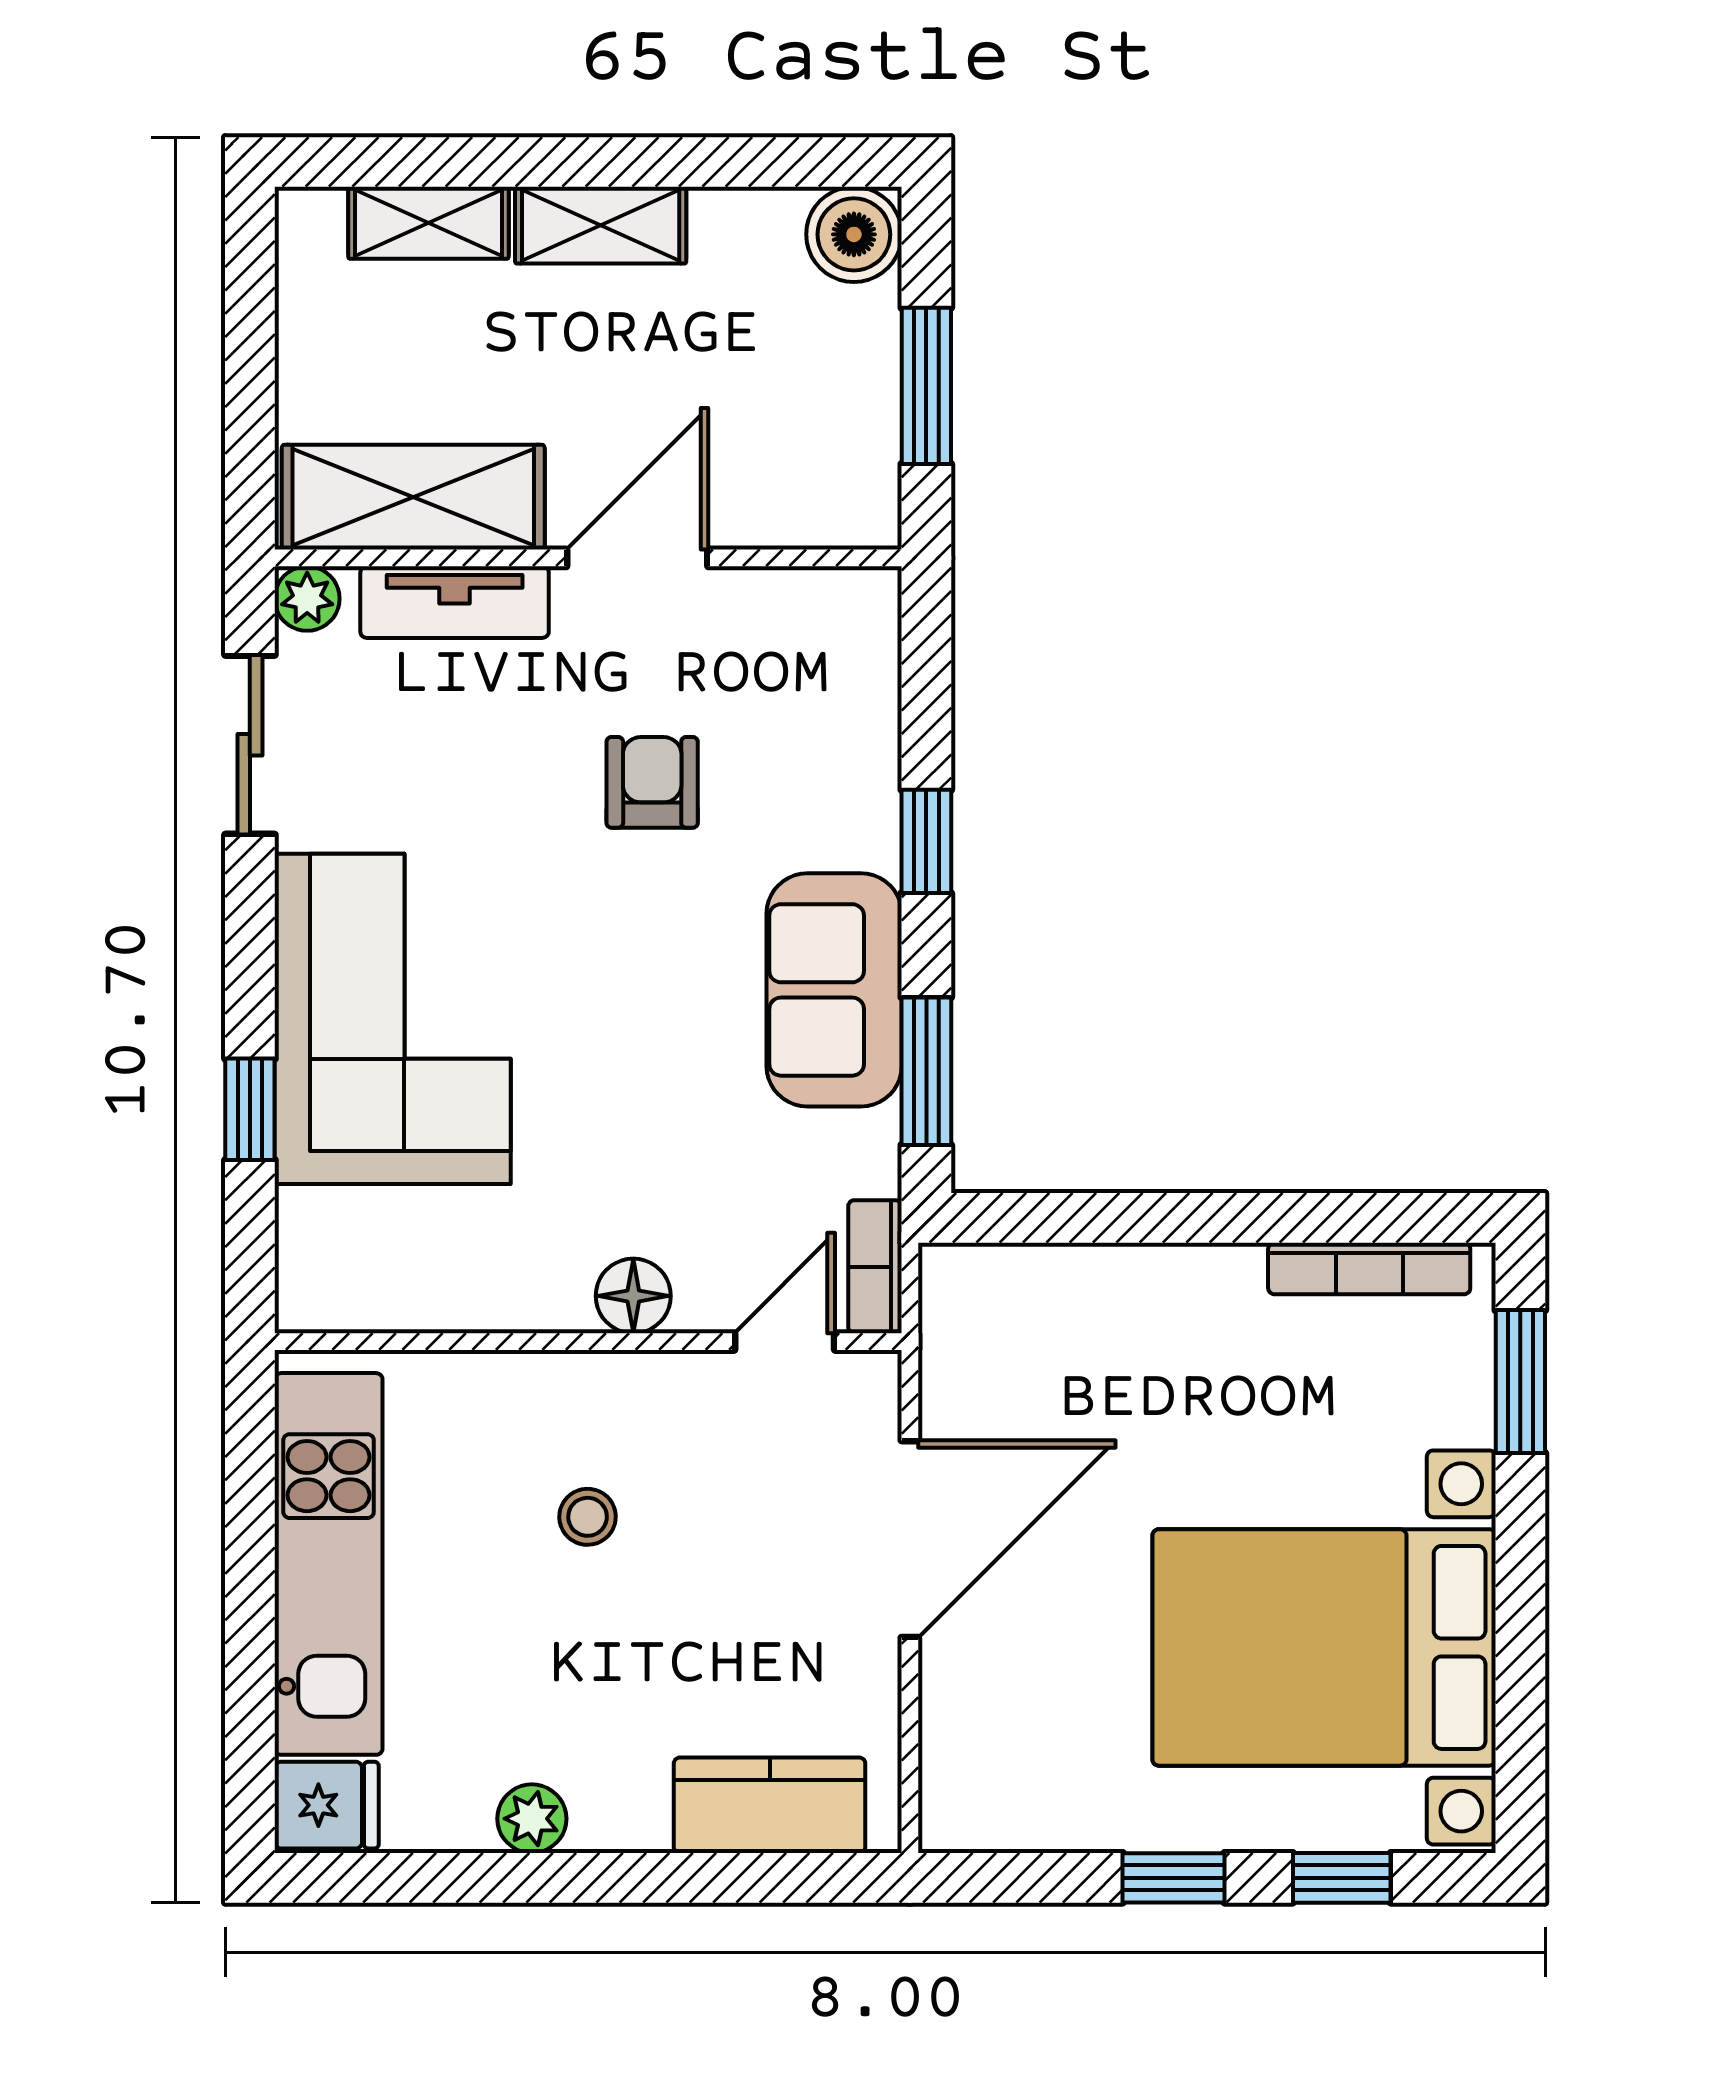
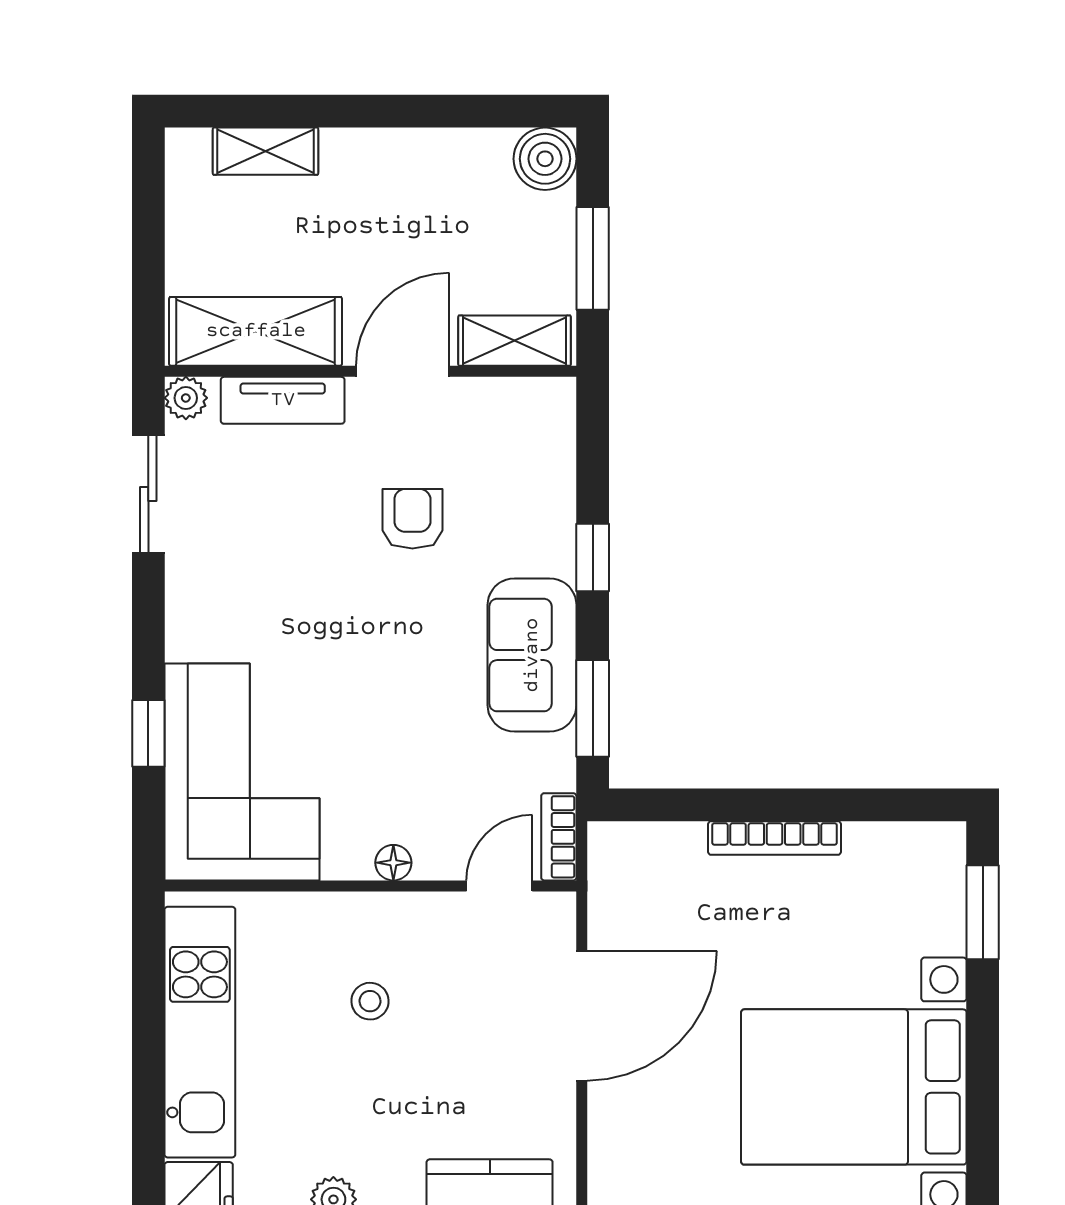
shelving: (601, 225) -> (515, 341), moved
corner sofa: (393, 1019) -> (242, 772), moved
bookcase: (1369, 1268) -> (774, 838), moved
floor lamp: (633, 1296) -> (393, 863), width x0.73, depth x0.73

